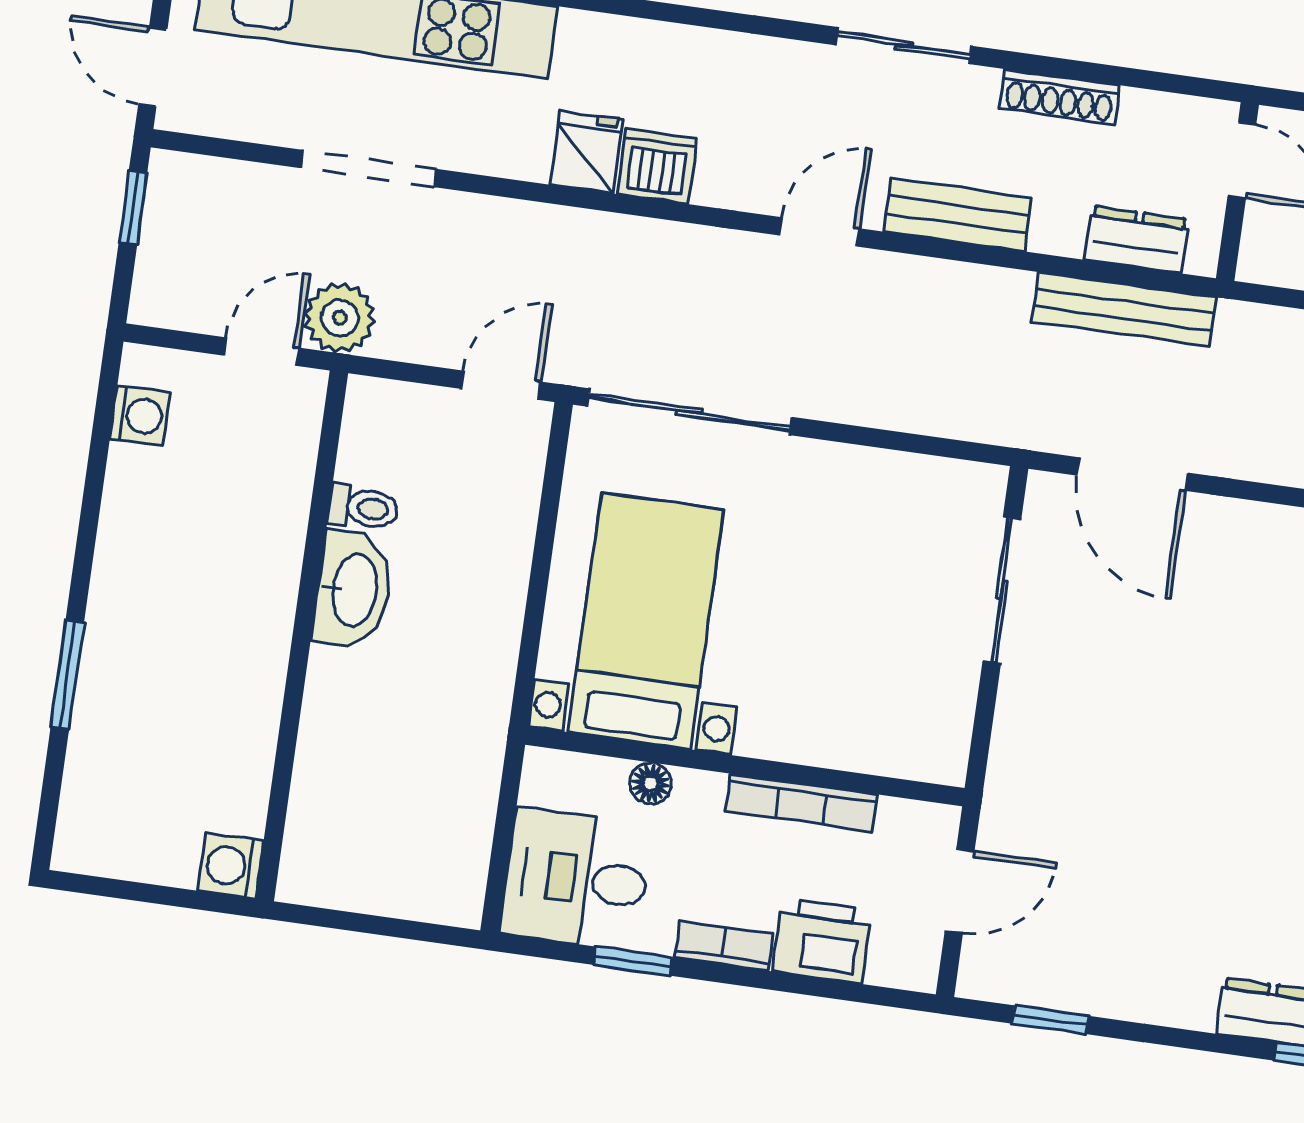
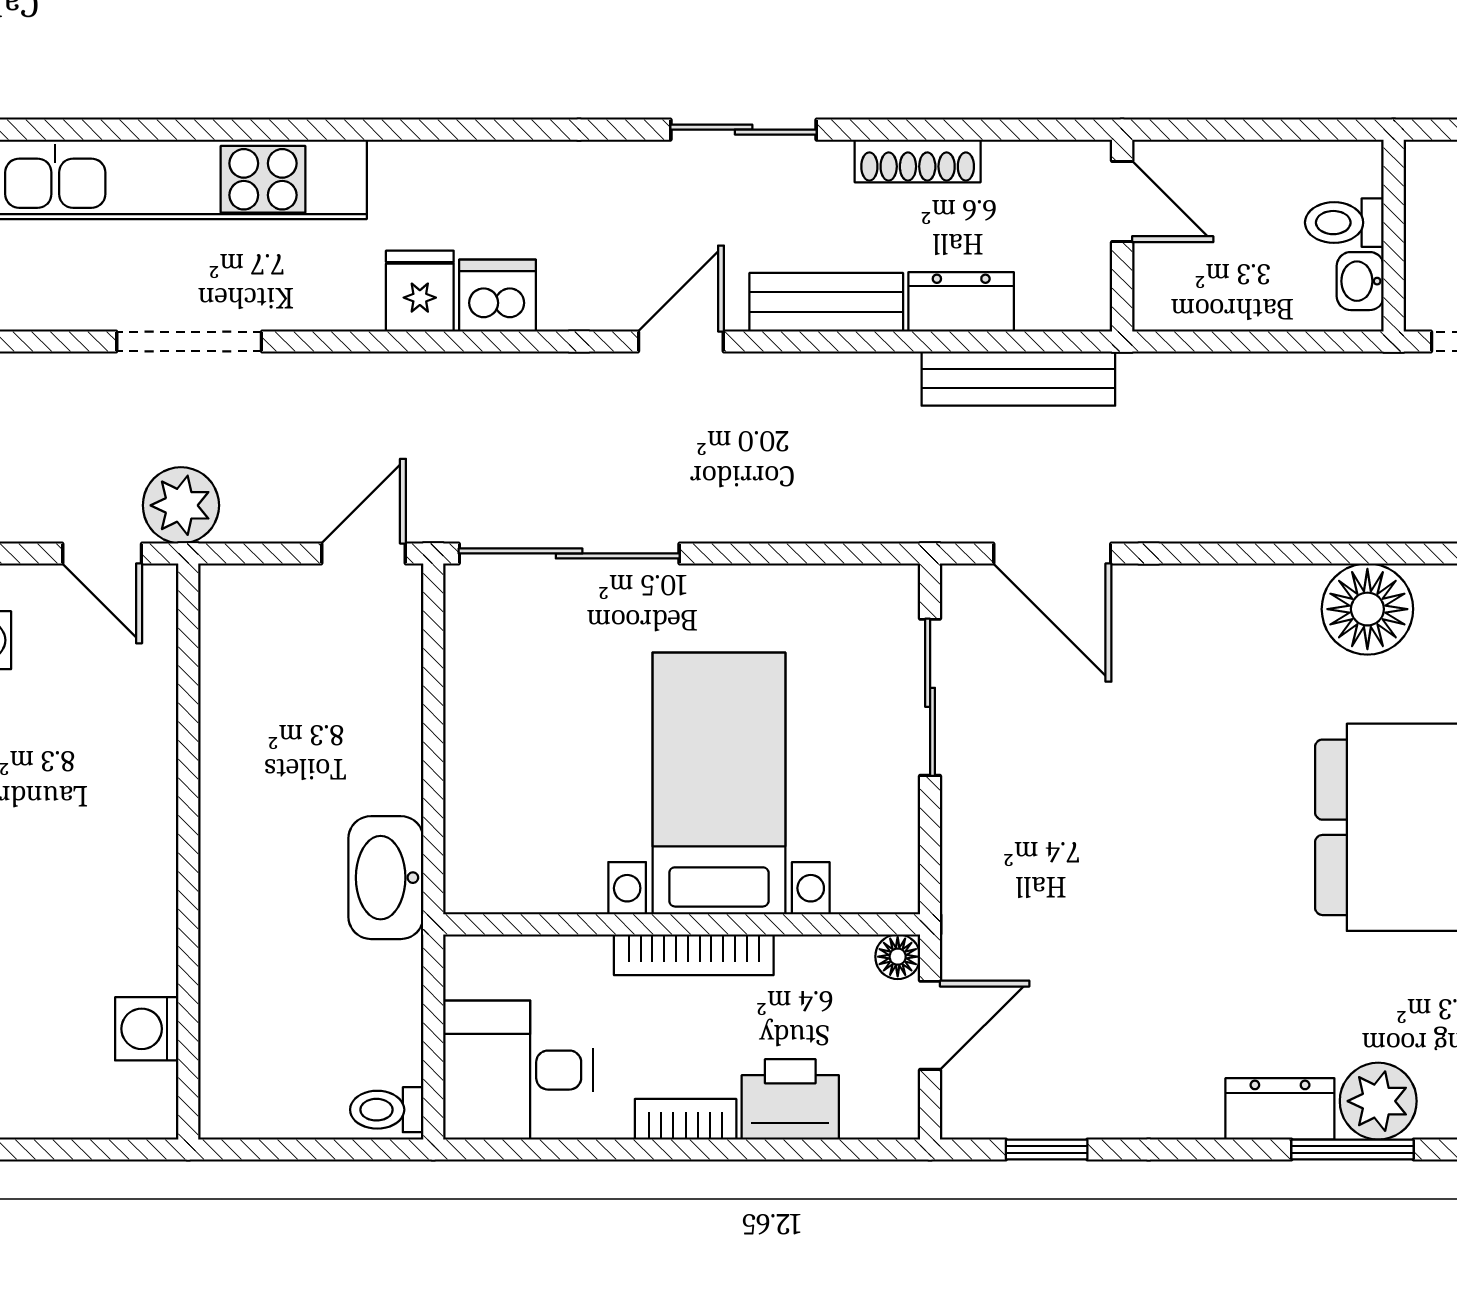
dresser: (1137, 239) -> (961, 302), moved
door: (261, 352) -> (102, 553), swing flipped
toilet: (363, 508) -> (387, 1110), moved, turned 180
washbasin: (353, 590) -> (386, 878), moved, turned 180
bed with nightstands: (646, 621) -> (719, 784), moved
floor lamp: (651, 783) -> (898, 957), moved
bookcase: (801, 803) -> (694, 955), moved
washing machine: (231, 866) -> (147, 1029), moved
window: (633, 961) -> (591, 1149), removed

